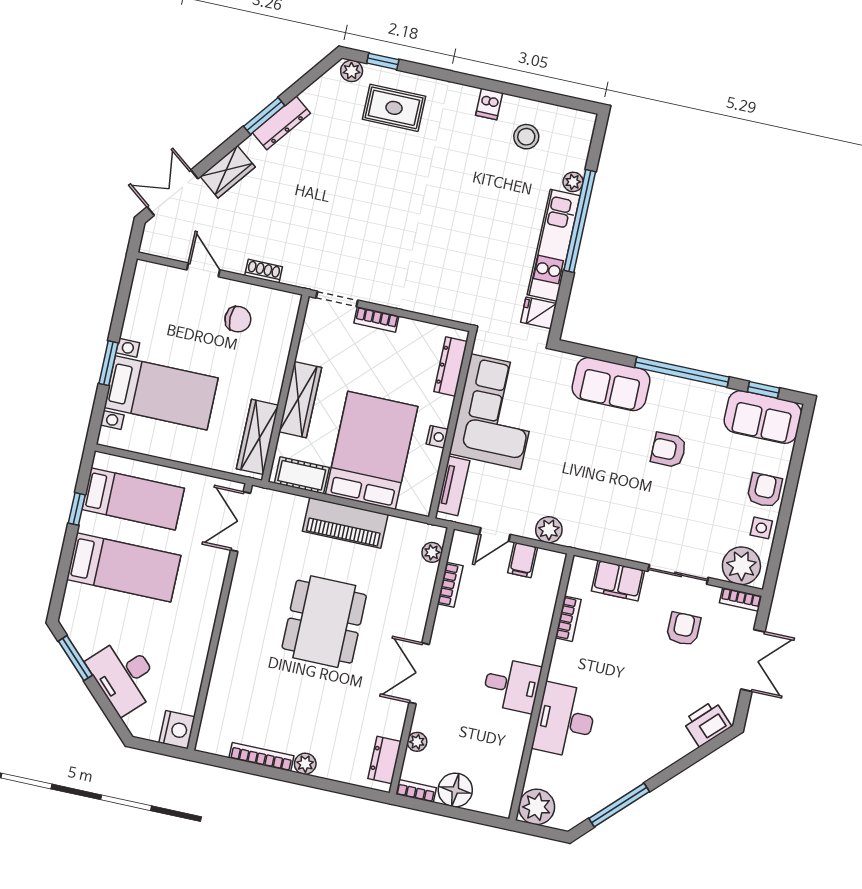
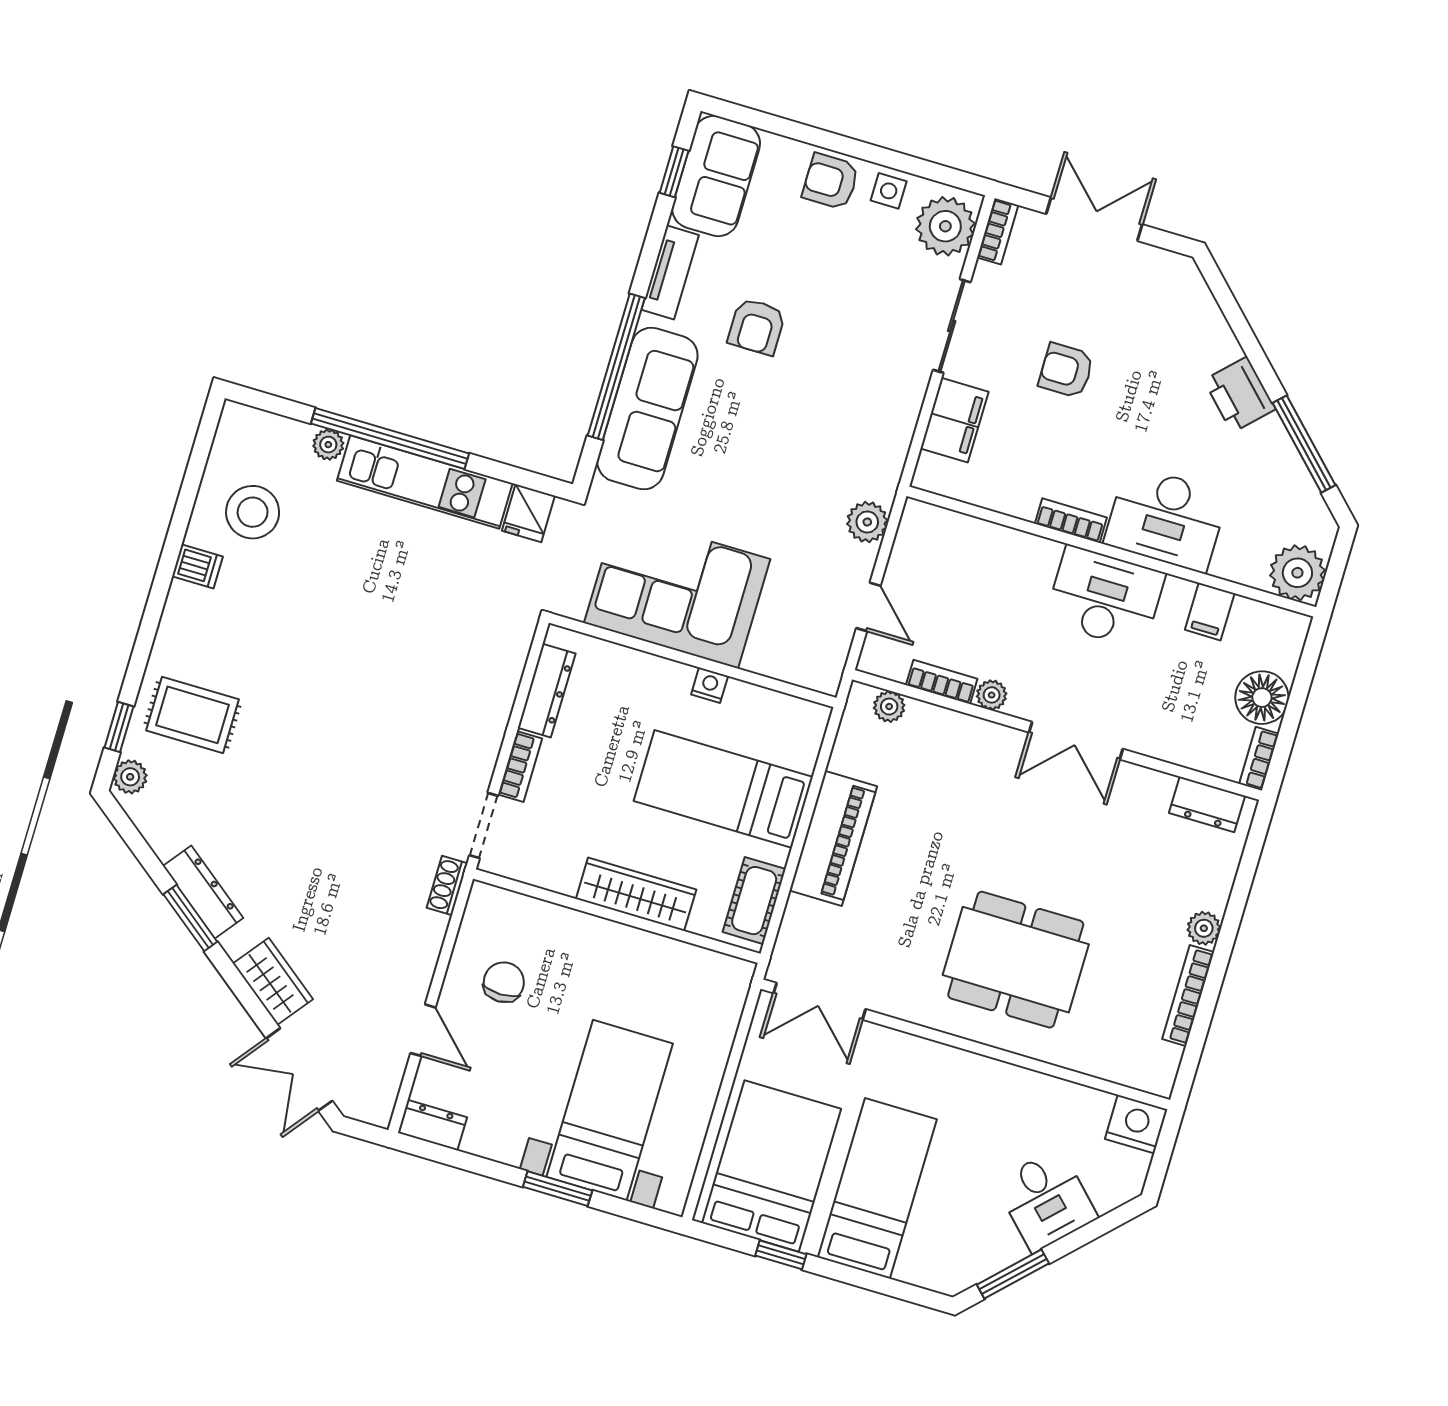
rug: (394, 108) -> (193, 715), turned 90
stool: (526, 137) -> (253, 512), width x1.38, depth x1.38
door: (203, 270) -> (423, 1030), swing flipped
shoe rack: (264, 271) -> (447, 886), moved
dresser: (143, 280) -> (432, 1125), added
dresser: (451, 367) -> (547, 691), moved, turned -90
window: (682, 372) -> (616, 367), moved
sofa: (611, 384) -> (647, 409), width x1.36
wardrobe: (257, 437) -> (689, 965), removed
bed: (372, 450) -> (723, 789), width x0.67
tv unit: (453, 486) -> (670, 272), moved, turned 90
bed: (133, 499) -> (772, 1166), width x1.50
filing cabinet: (523, 560) -> (1210, 612), moved, turned 90
bookcase: (568, 619) -> (1071, 521), moved
dining table: (324, 622) -> (1016, 960), moved
armchair: (683, 629) -> (1066, 371), moved
desk: (124, 676) -> (1046, 1200), width x0.73
desk: (512, 685) -> (1105, 597), width x1.37
printer: (707, 723) -> (1240, 395), moved
plant: (417, 742) -> (992, 695), moved

